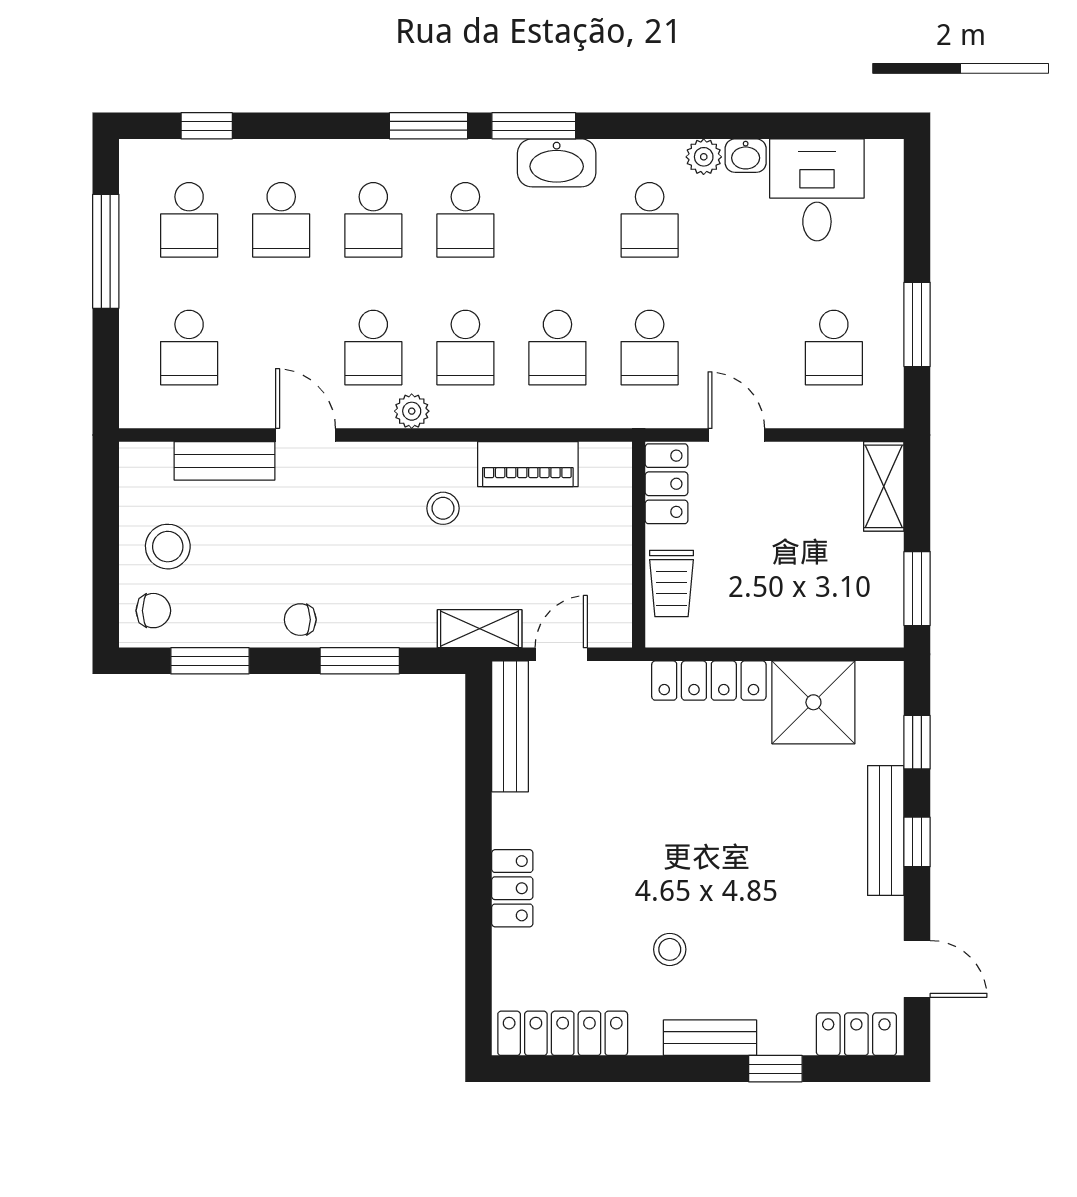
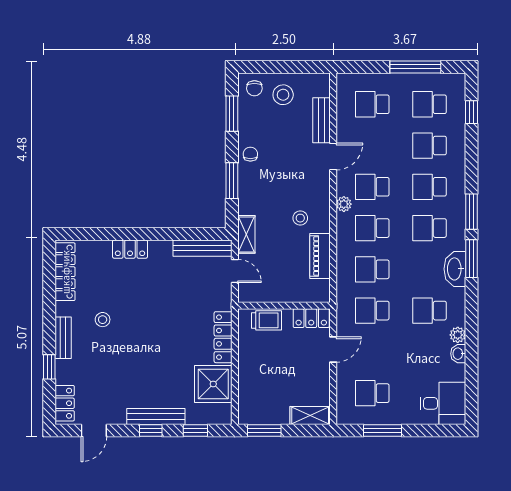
desk: (817, 190) -> (443, 403), moved
trolley: (671, 583) -> (267, 320), turned 180

